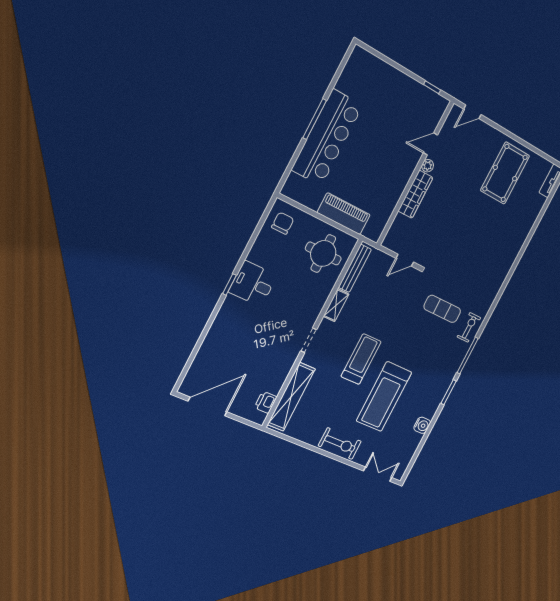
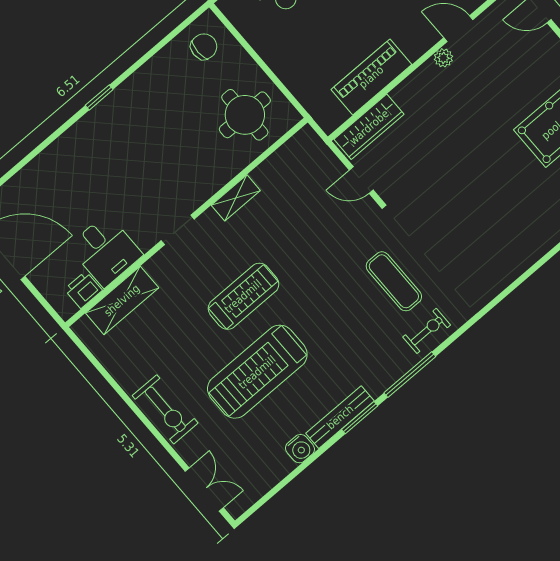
wardrobe: (415, 194) -> (369, 127), moved
piano: (344, 214) -> (371, 77), moved, turned -90
bench: (355, 268) -> (340, 417), moved
desk: (253, 284) -> (106, 251), moved, turned 180
shelving: (291, 397) -> (122, 300), width x0.68

